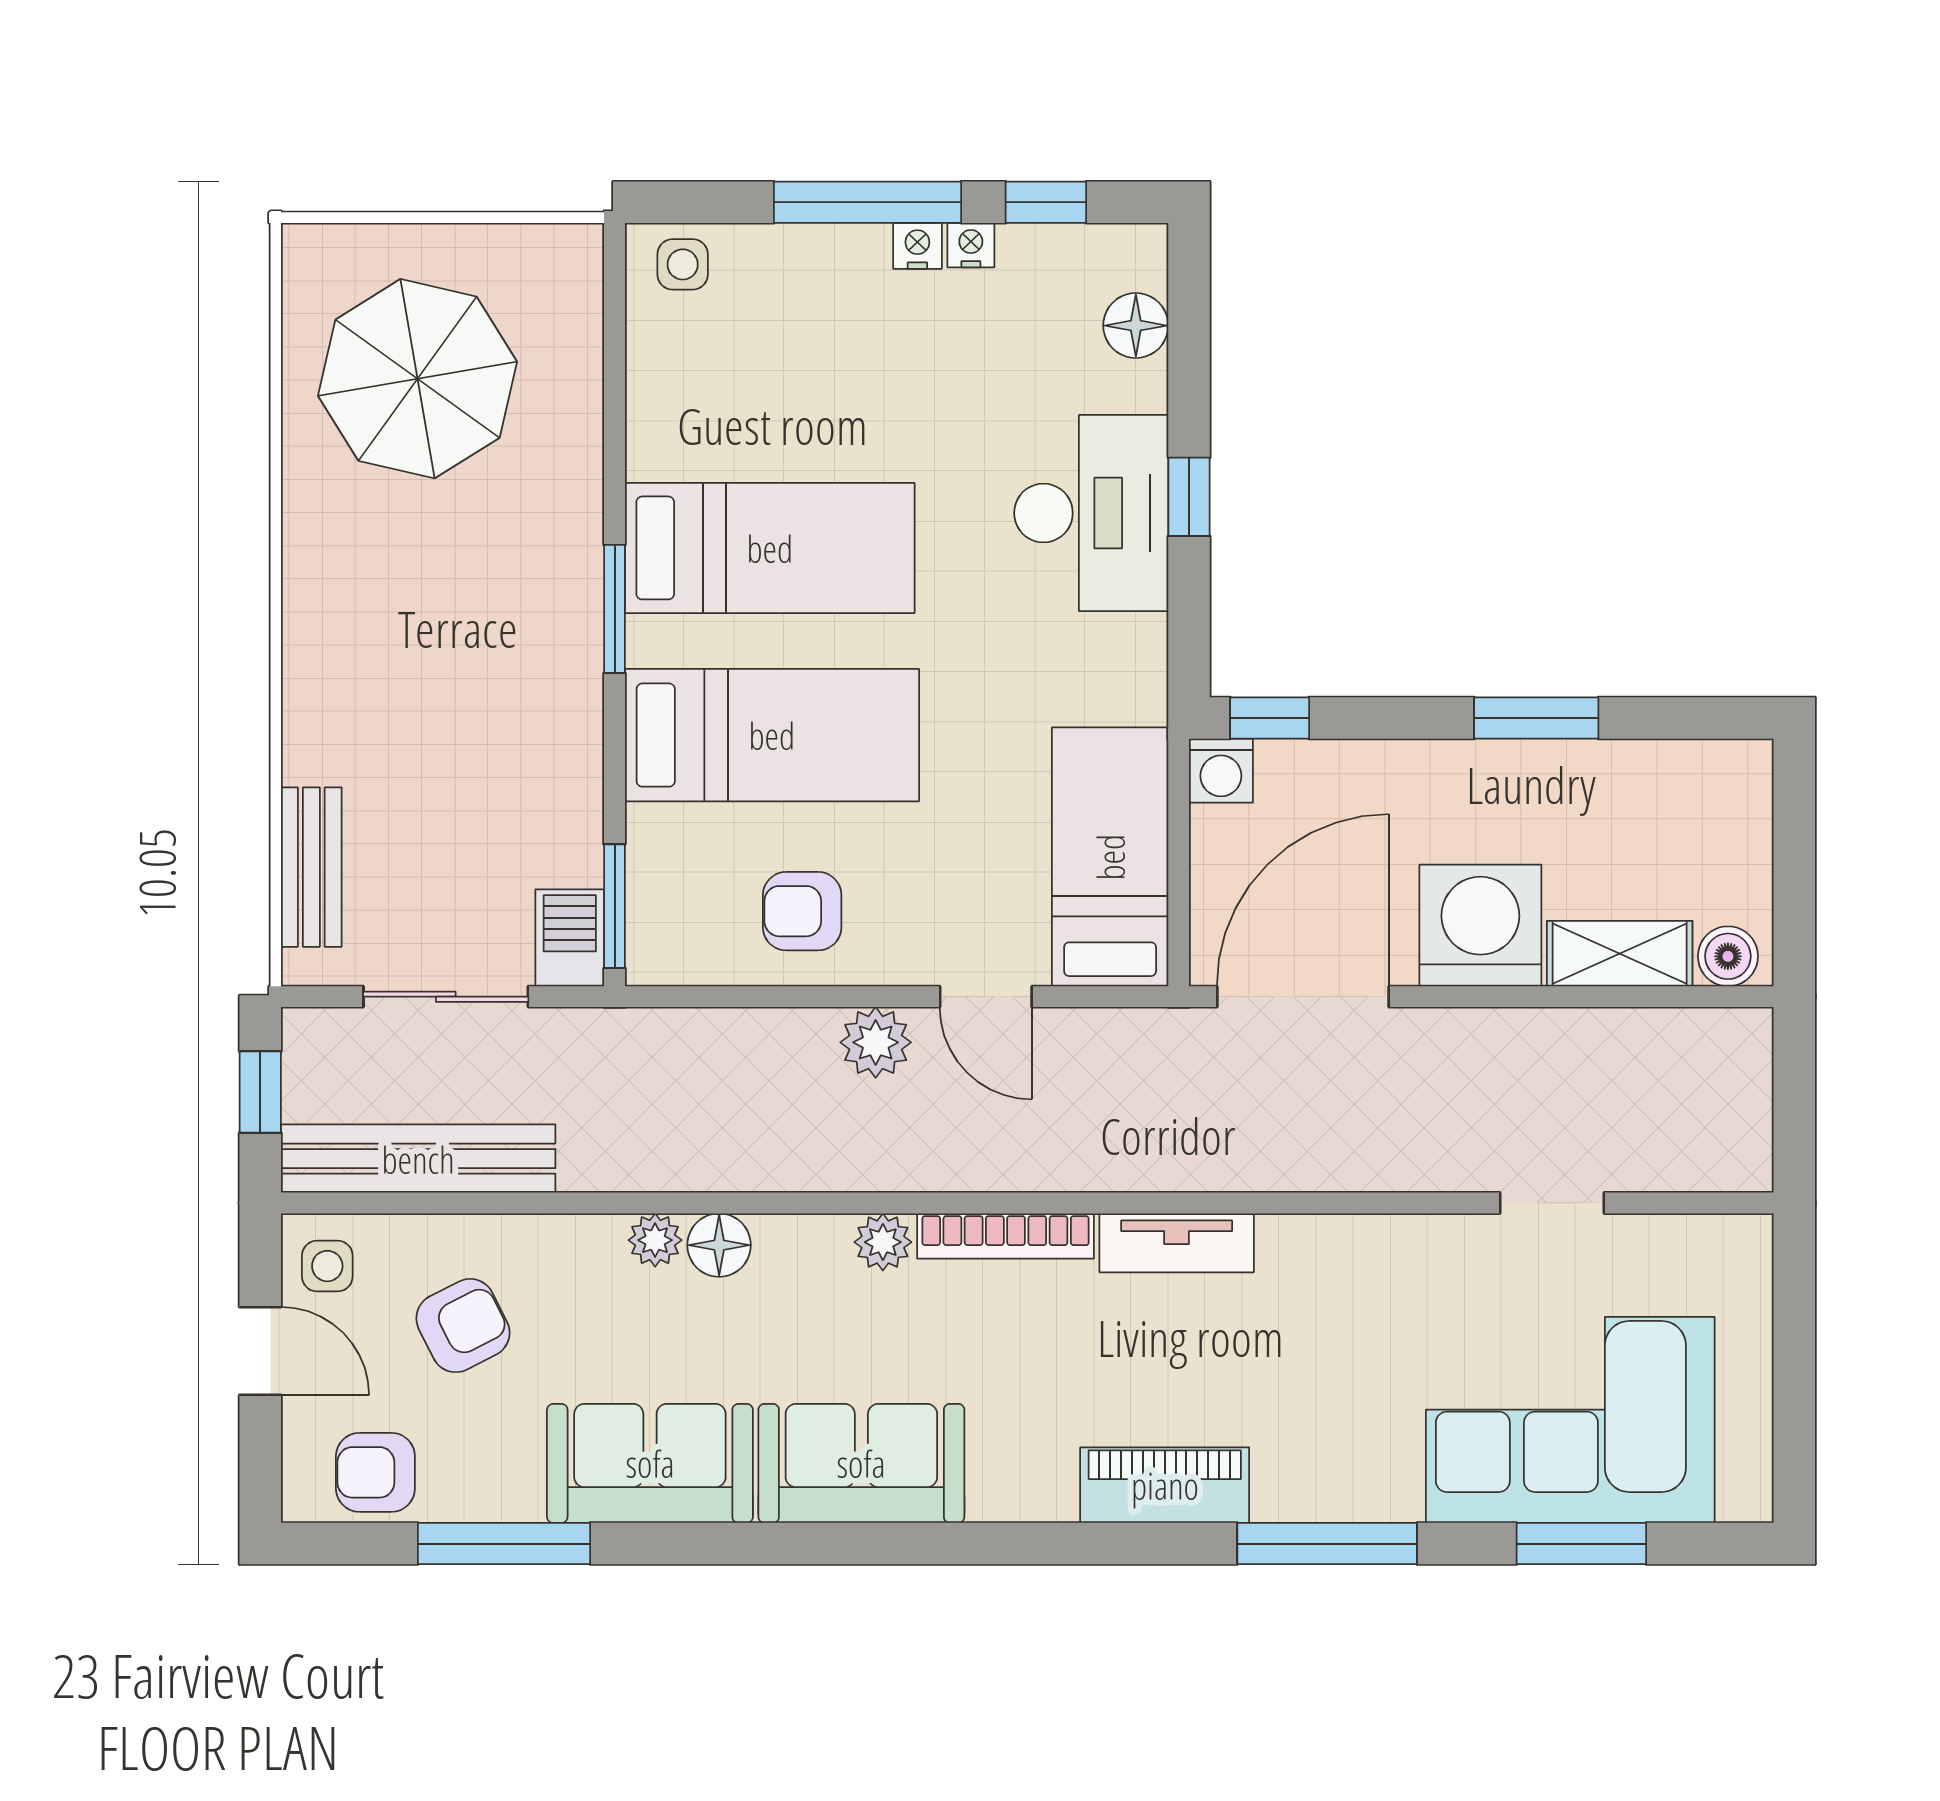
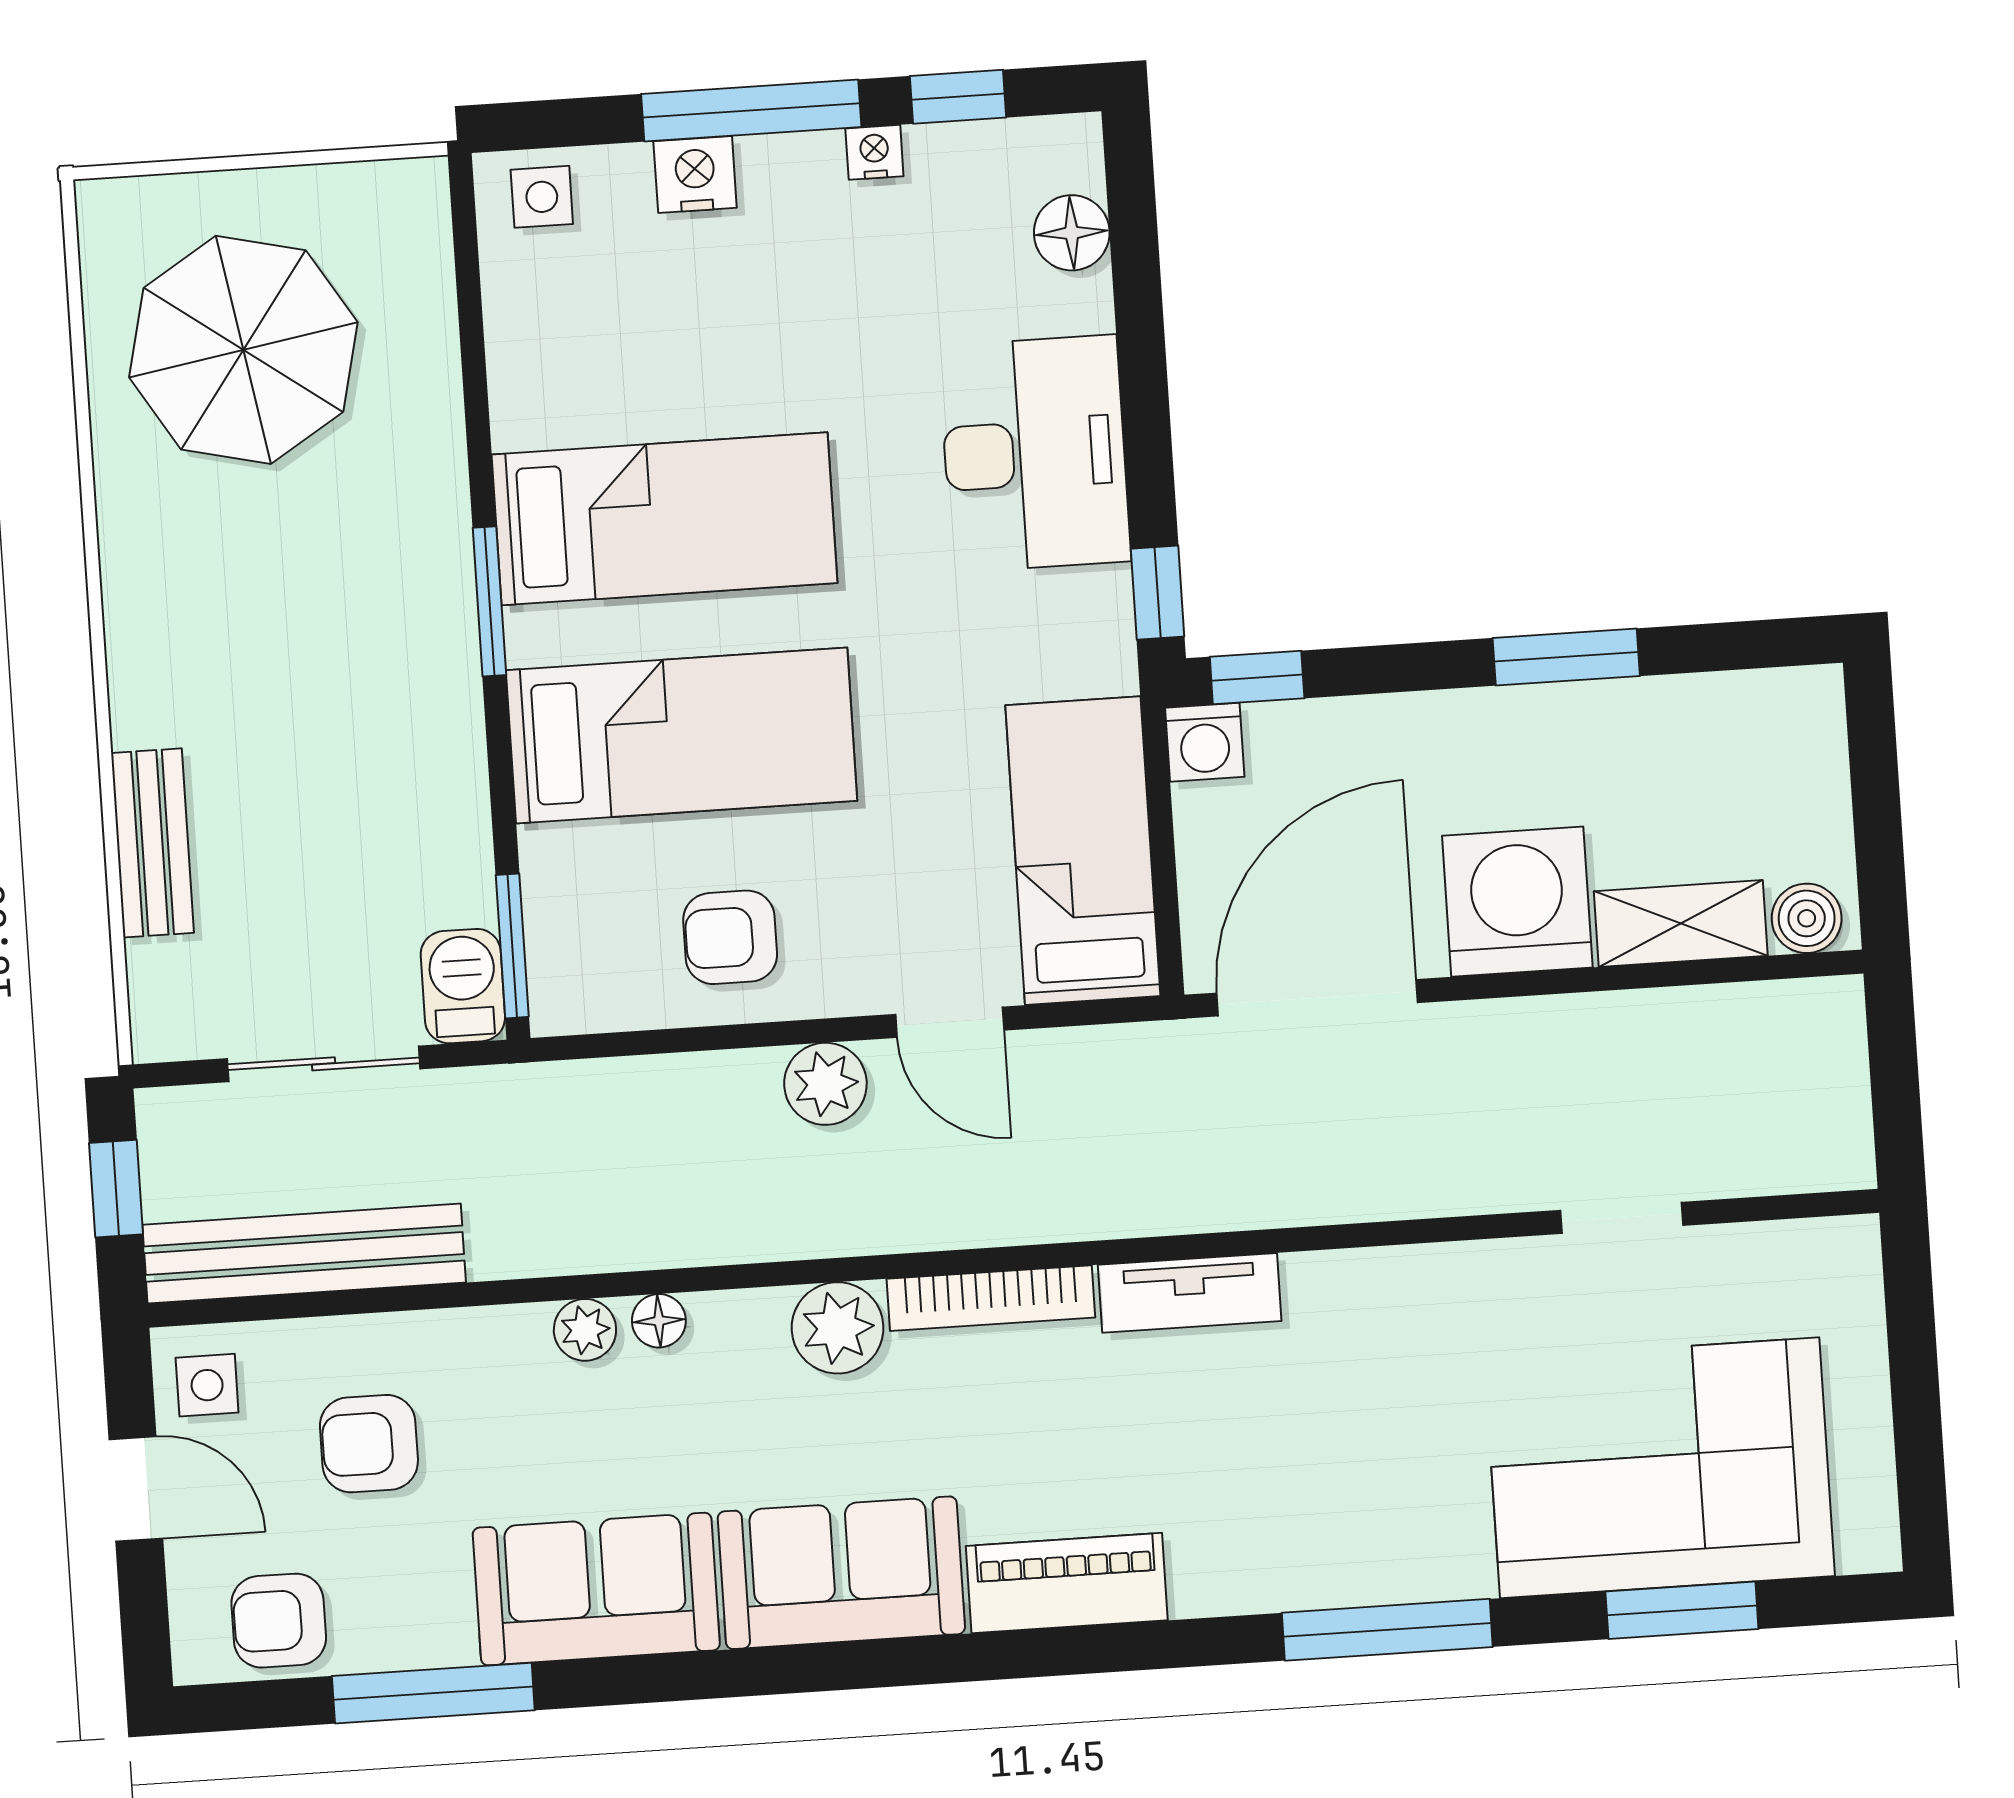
nightstand: (917, 246) -> (695, 175), moved, width x1.39, depth x1.35
window: (1189, 497) -> (1157, 593), moved
bench: (311, 867) -> (152, 843), moved
plant: (883, 1242) -> (838, 1328), width x1.38, depth x1.38
floor lamp: (719, 1245) -> (659, 1321), width x0.73, depth x0.73
armchair: (463, 1326) -> (369, 1444), turned -153
piano: (1165, 1485) -> (1067, 1583), moved

